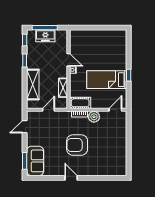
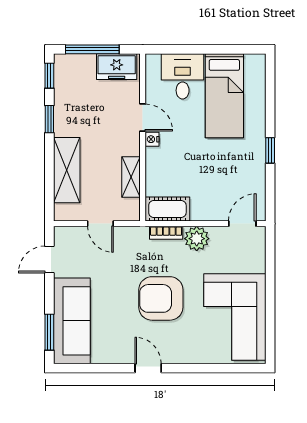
freezer: (45, 36) -> (117, 67), moved
desk: (87, 40) -> (183, 76), added
bed: (107, 80) -> (224, 96), moved, turned -90
door: (49, 110) -> (100, 224), swing flipped
corner sofa: (112, 154) -> (235, 317), added
sofa: (35, 161) -> (72, 321), width x1.36

